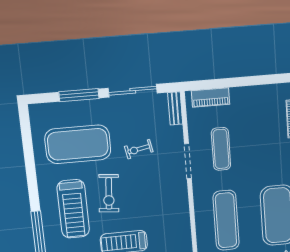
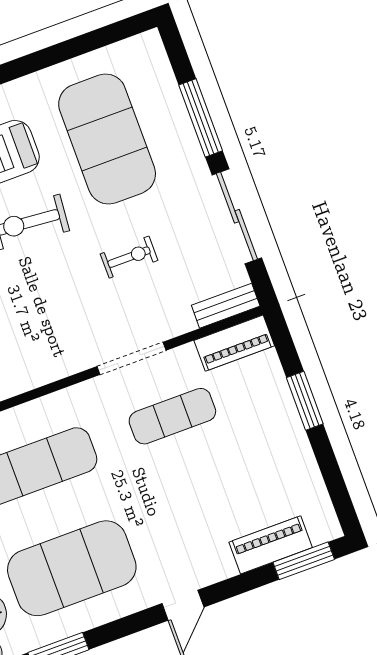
window: (232, 82) -> (305, 401), added
piano: (211, 97) -> (234, 343), moved, turned -90
exercise bike: (139, 149) -> (129, 257), turned 101

